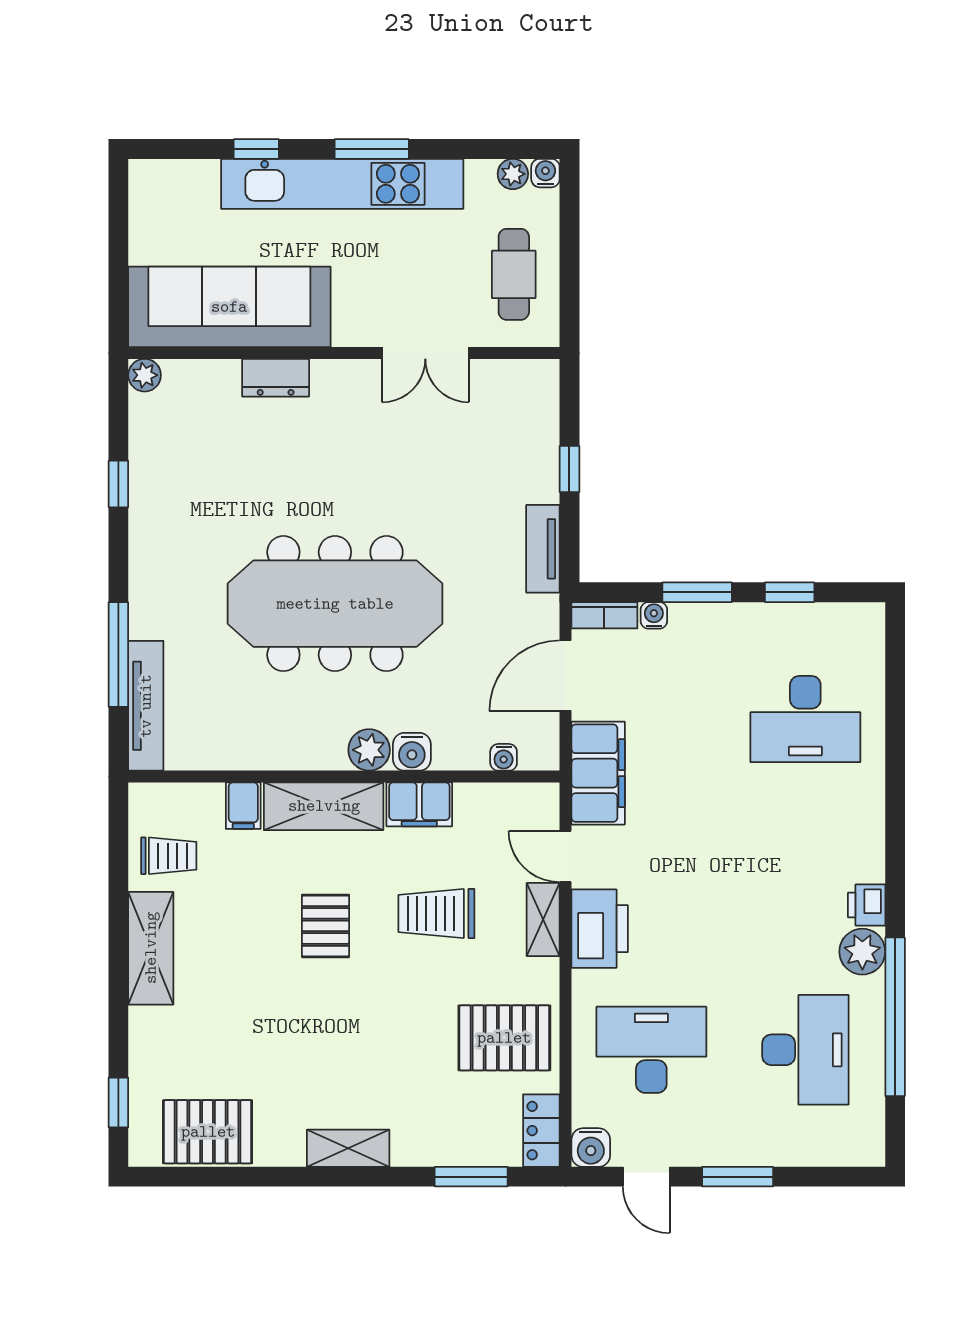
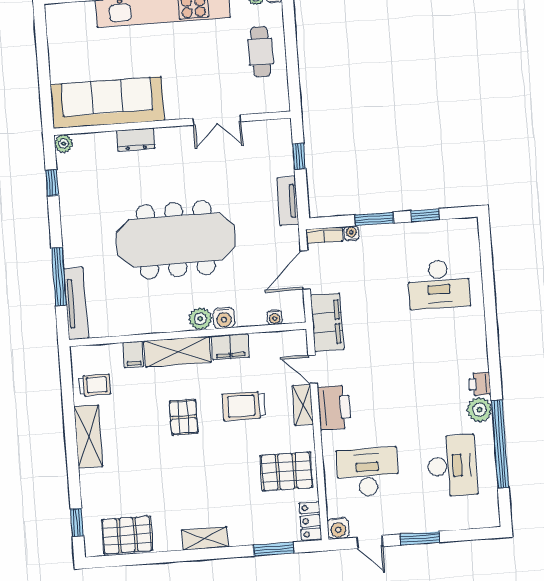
sofa: (229, 307) -> (107, 103), moved
wall: (344, 353) -> (172, 123), moved
double door: (425, 353) -> (217, 120), moved
plant: (145, 375) -> (64, 144), moved
dresser: (276, 378) -> (136, 140), moved

